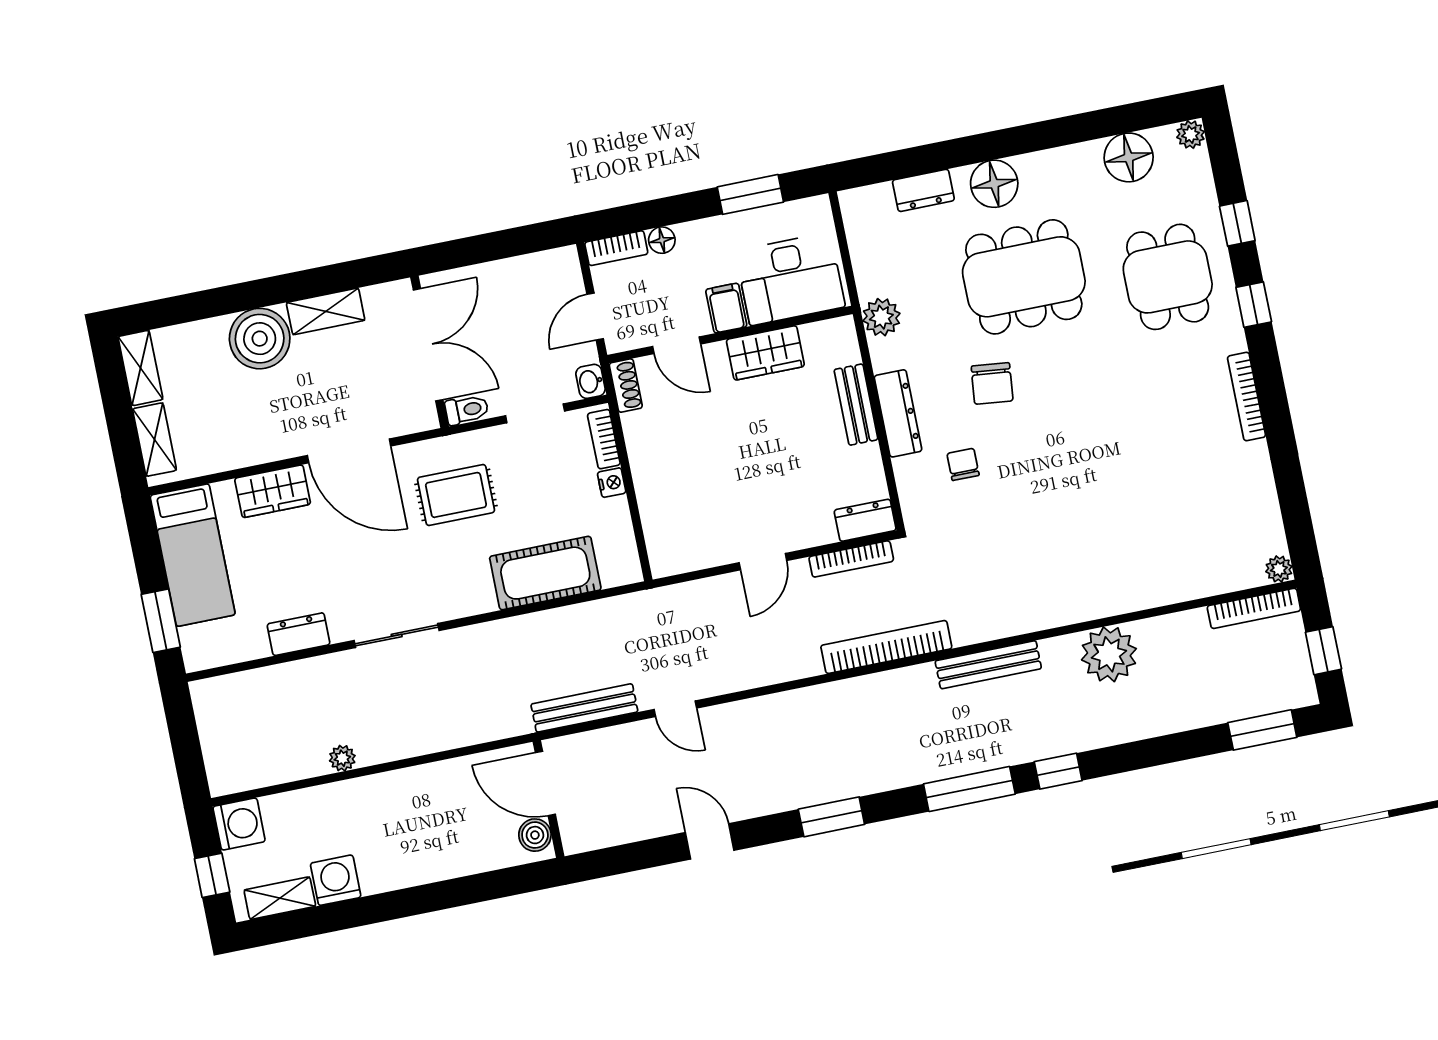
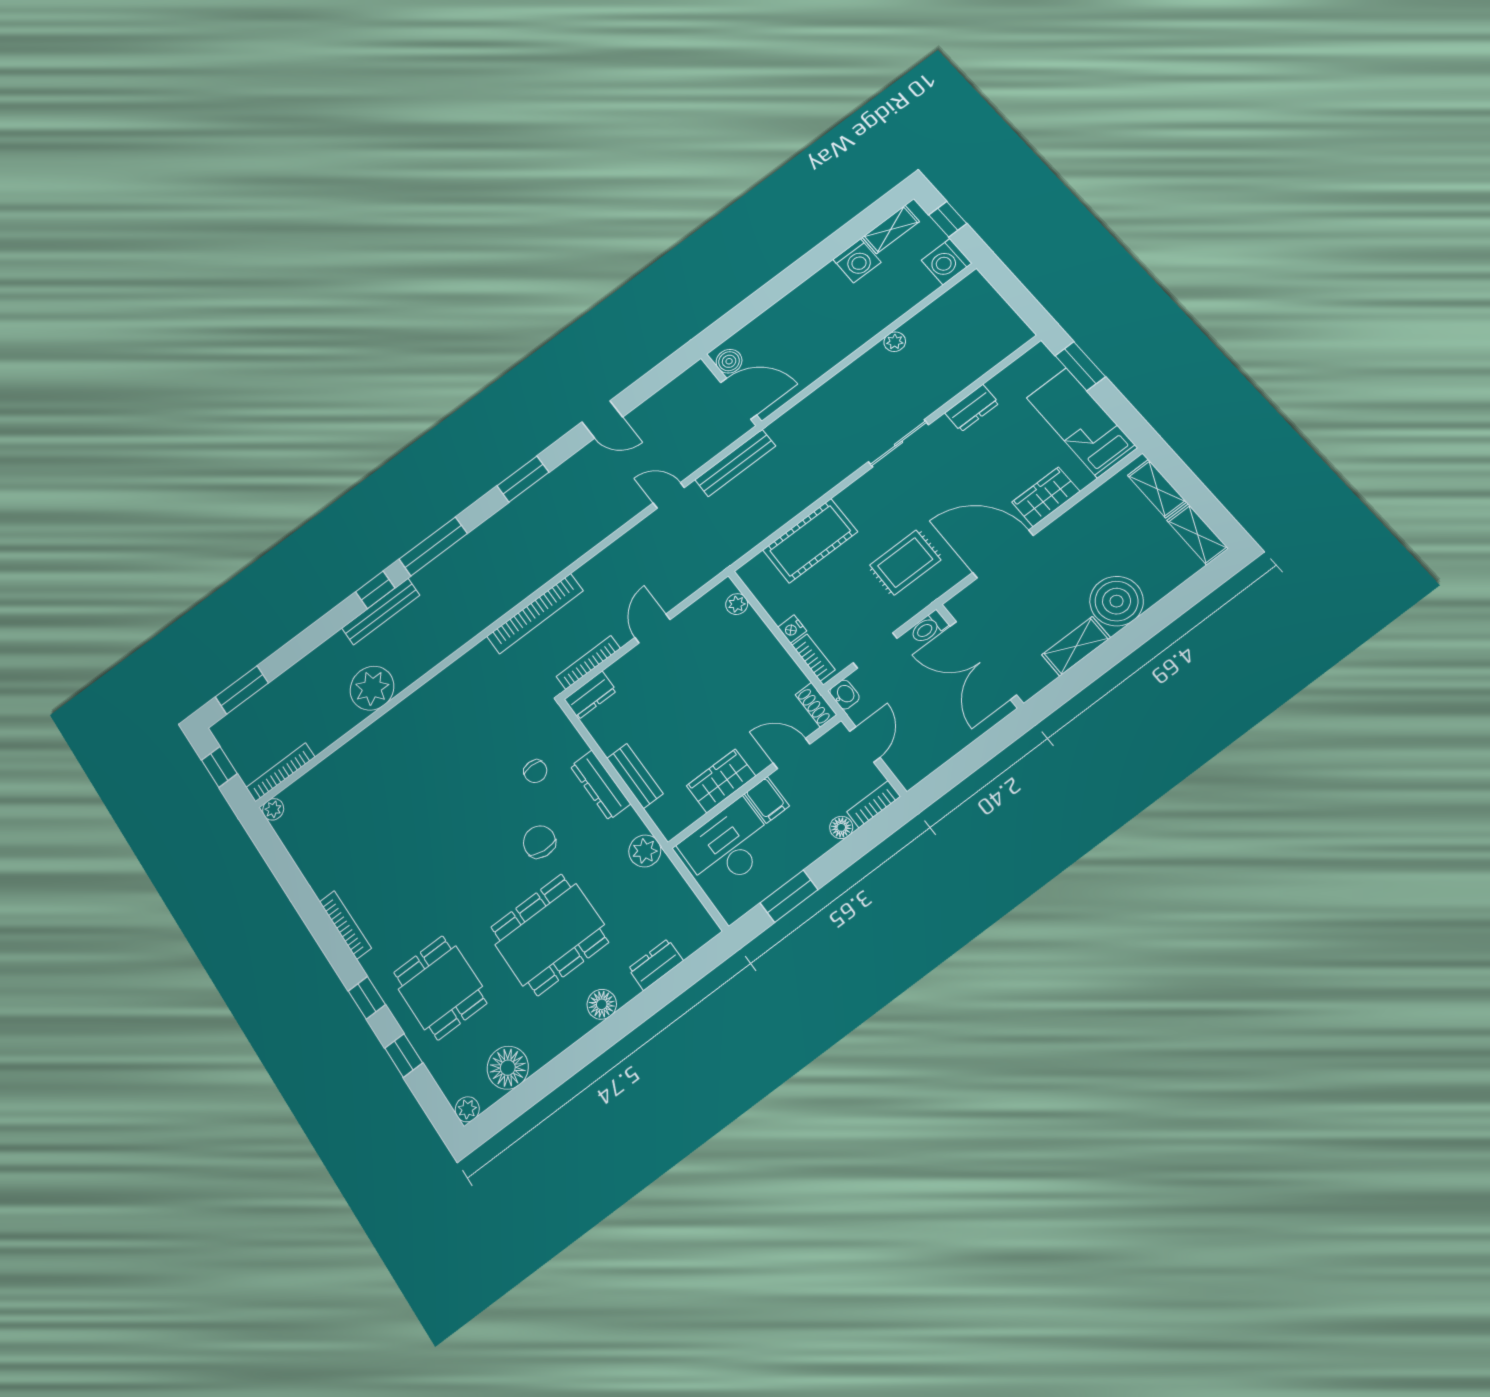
floor lamp: (994, 184) -> (602, 1004), width x0.73, depth x0.73
plant: (658, 542) -> (737, 604), added
bench: (988, 665) -> (381, 612), moved

